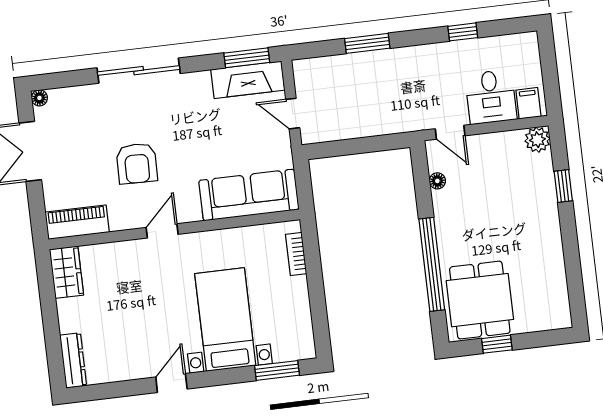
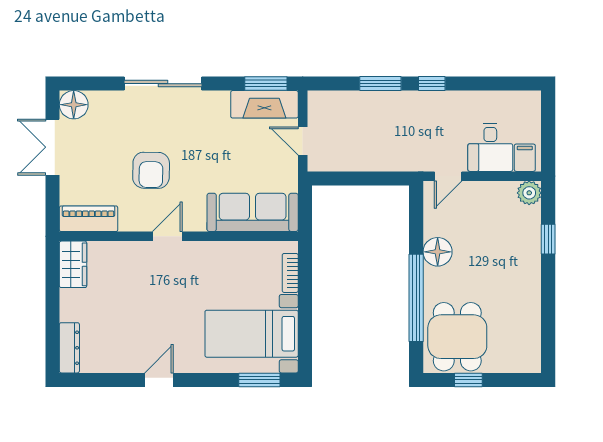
window: (463, 32) -> (432, 84), moved
floor lamp: (39, 98) -> (74, 105), width x1.89, depth x1.89
door: (450, 132) -> (448, 176), hinge flipped
floor lamp: (437, 181) -> (438, 252), moved, width x1.89, depth x1.89
bed with nightstands: (225, 320) -> (252, 334), moved, turned -90

